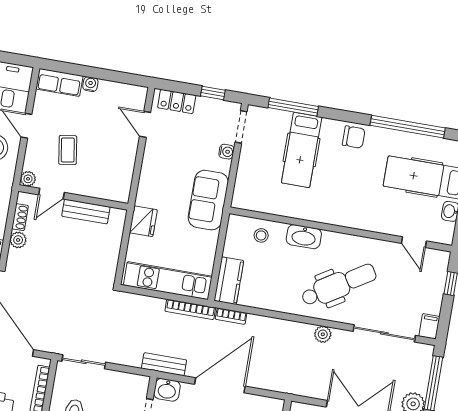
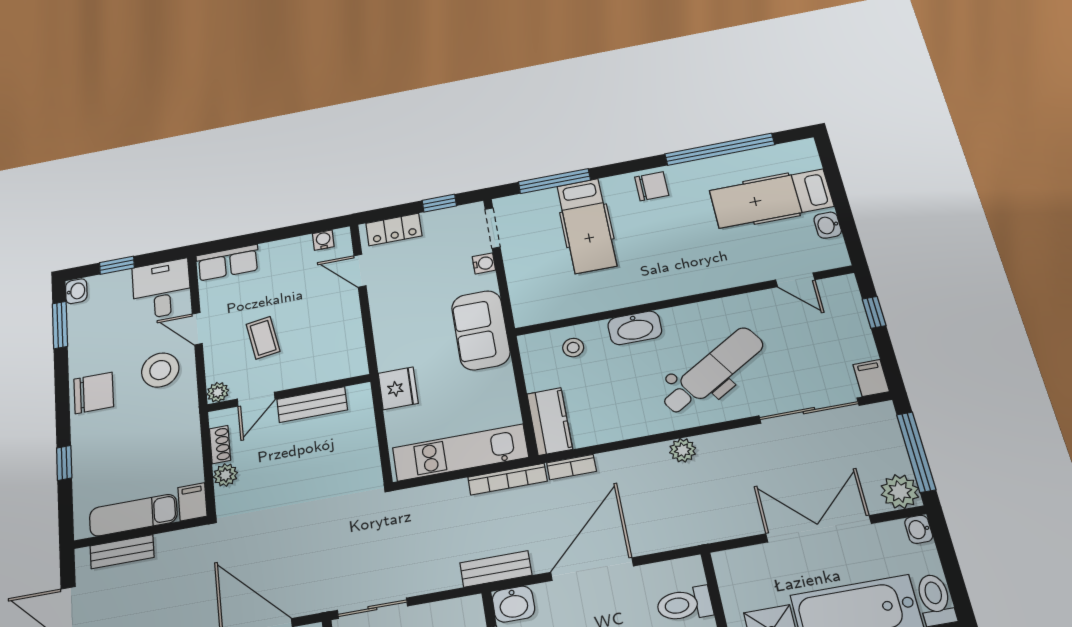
water cooler: (90, 84) -> (323, 240), moved
plant: (323, 334) -> (683, 450), moved

